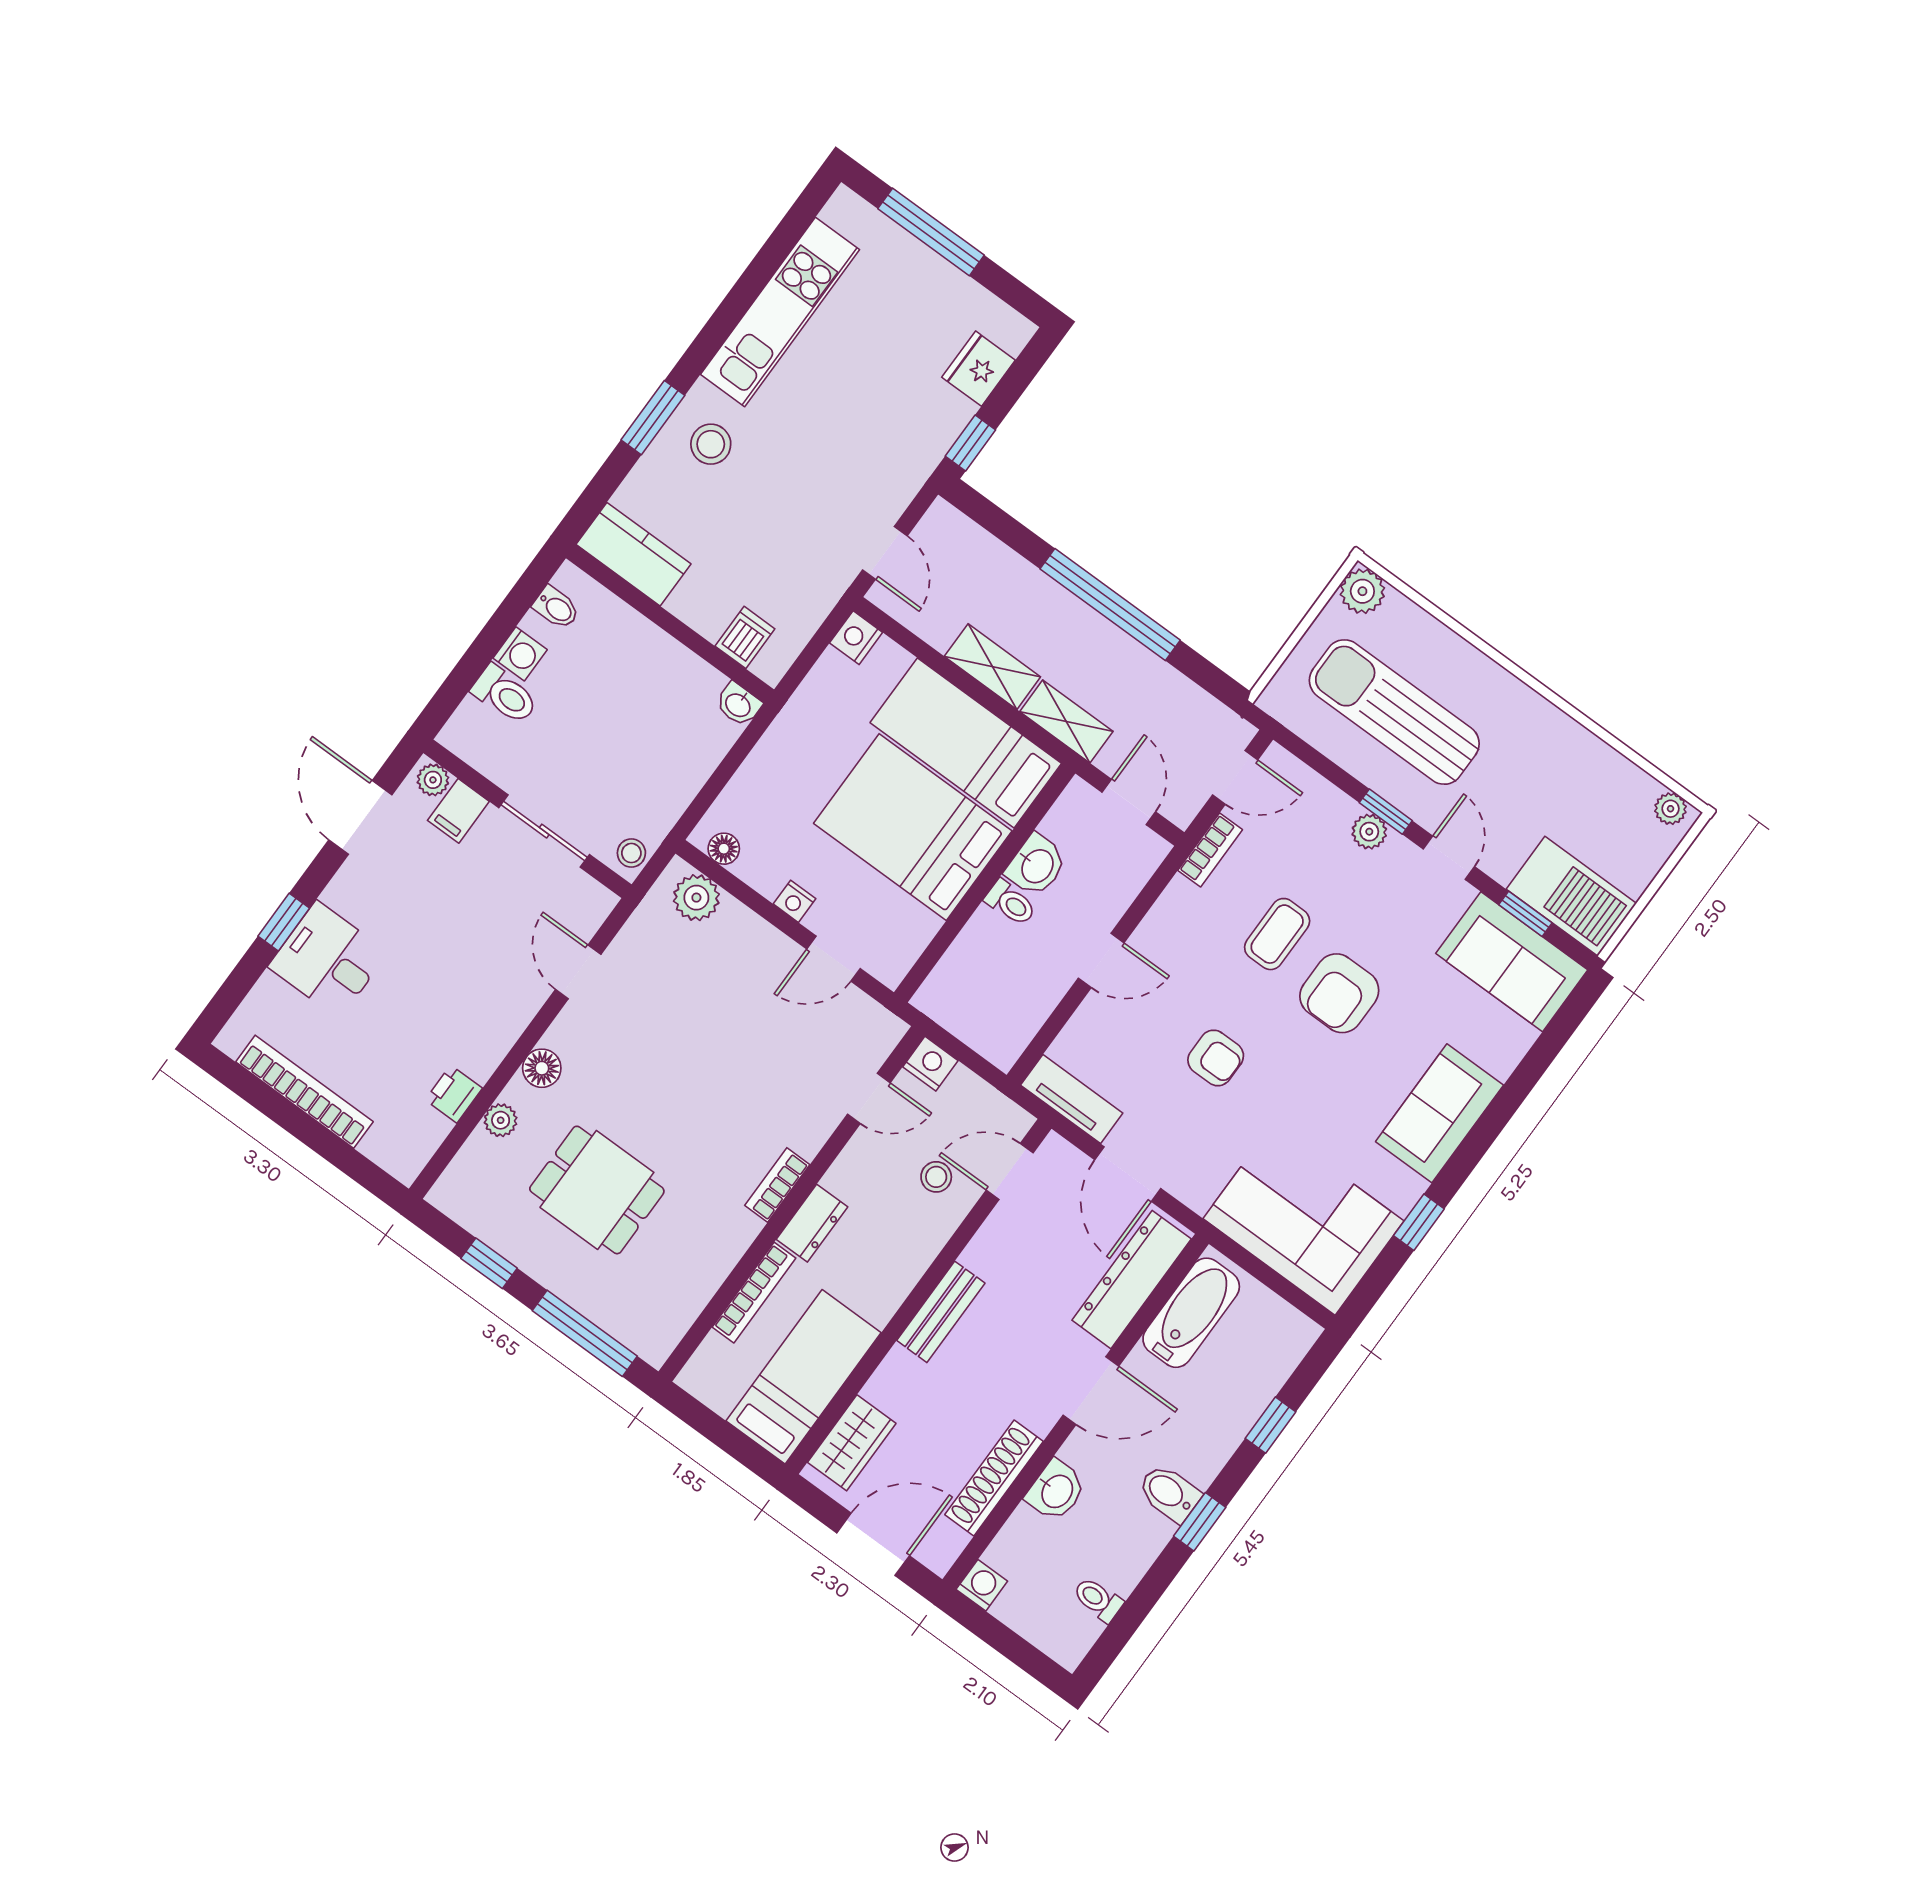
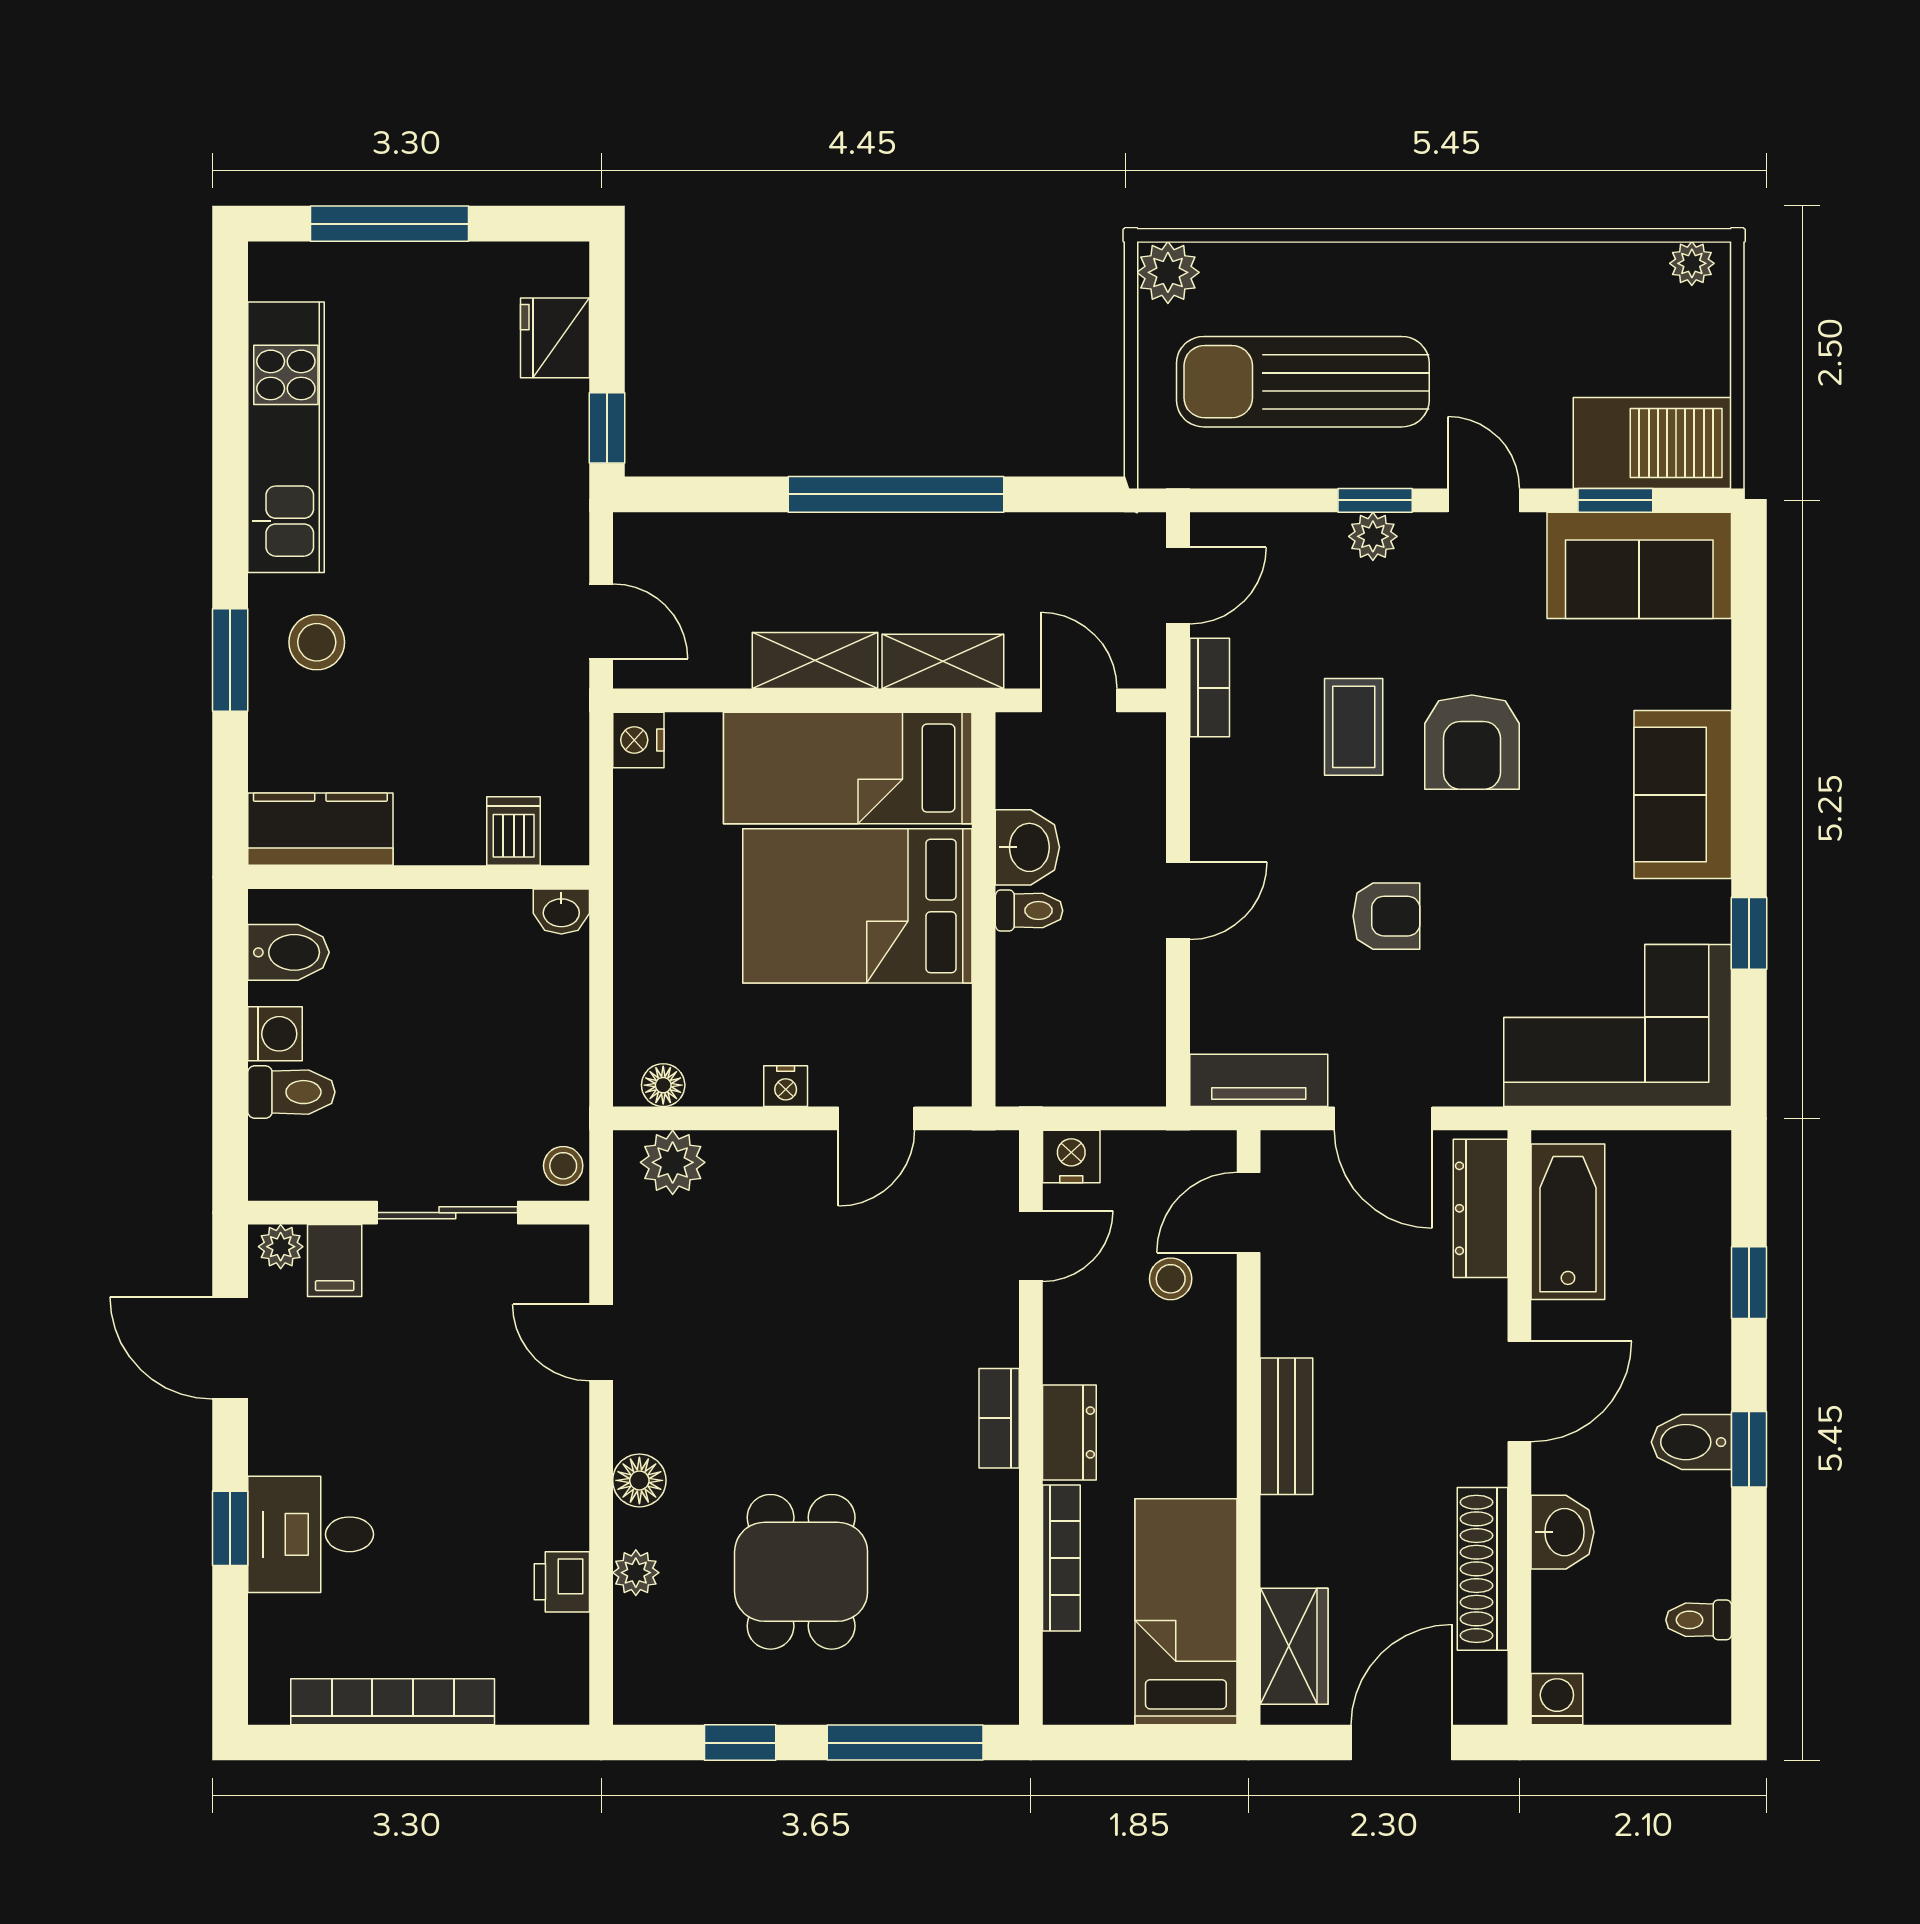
bidet: (556, 608) -> (288, 952), width x1.38, depth x1.36
dining table: (597, 1190) -> (801, 1572), turned 90
dresser: (1132, 1280) -> (1481, 1208), width x0.73, depth x0.80

